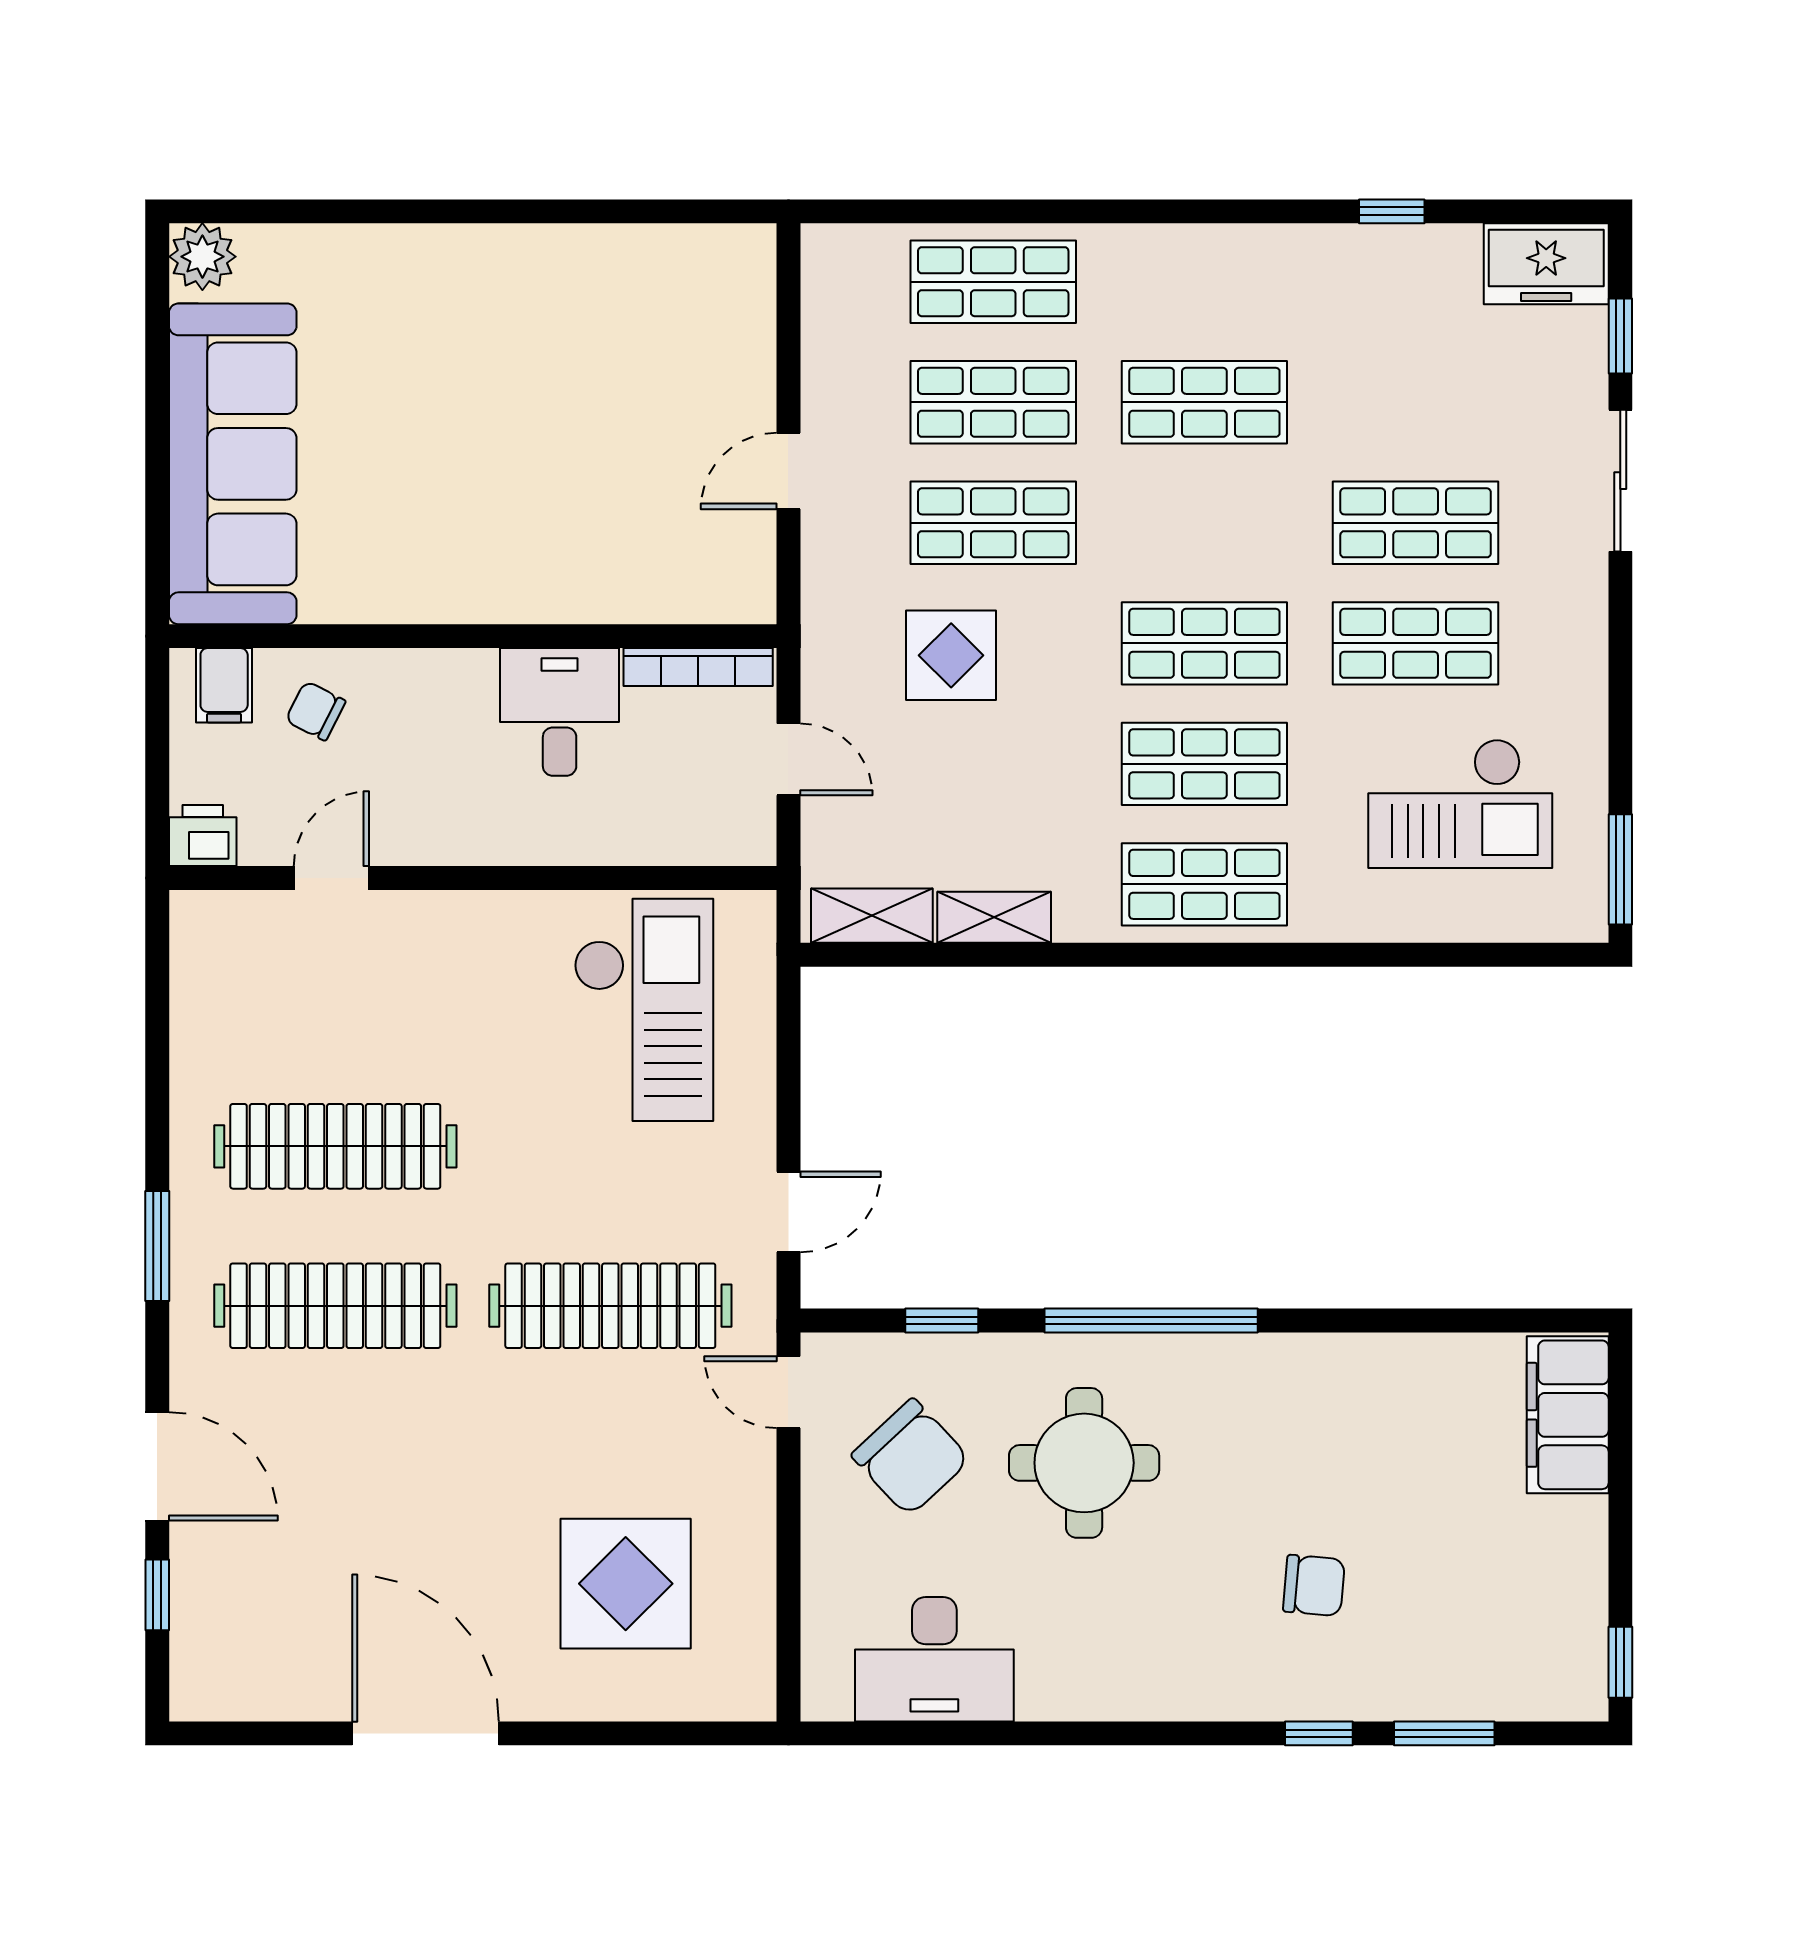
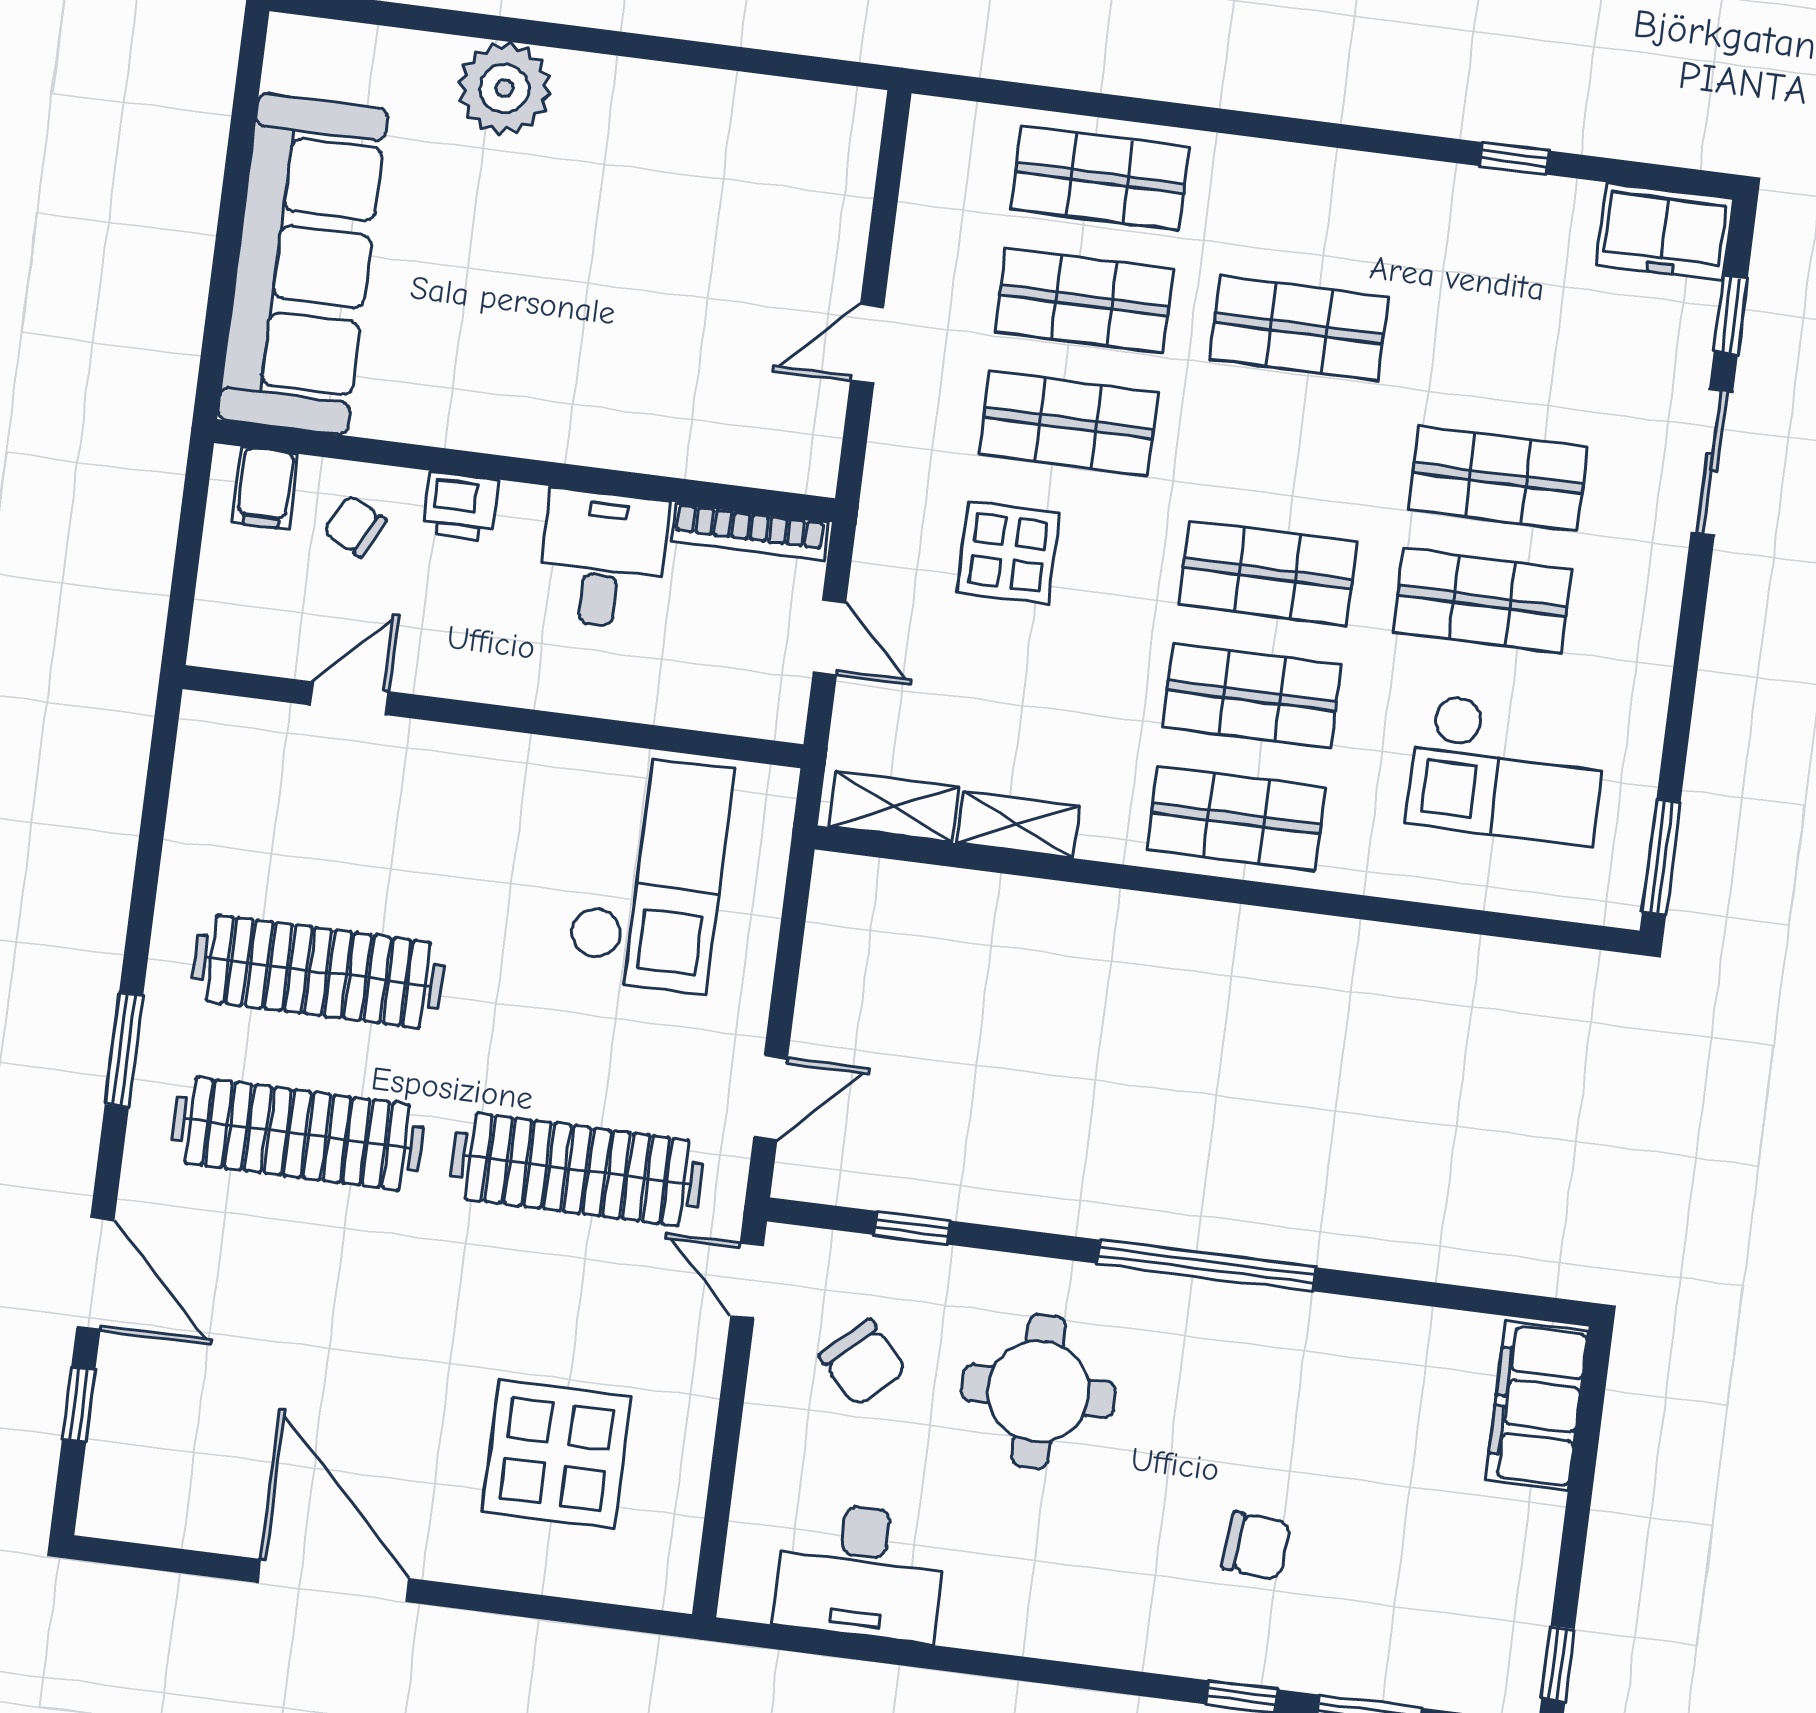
plant: (202, 257) -> (504, 88), moved, width x1.36, depth x1.36
printer: (203, 836) -> (461, 506), moved, turned 180
window: (1151, 1320) -> (1207, 1265), moved
chair: (911, 1457) -> (863, 1363), width x0.73, depth x0.73

